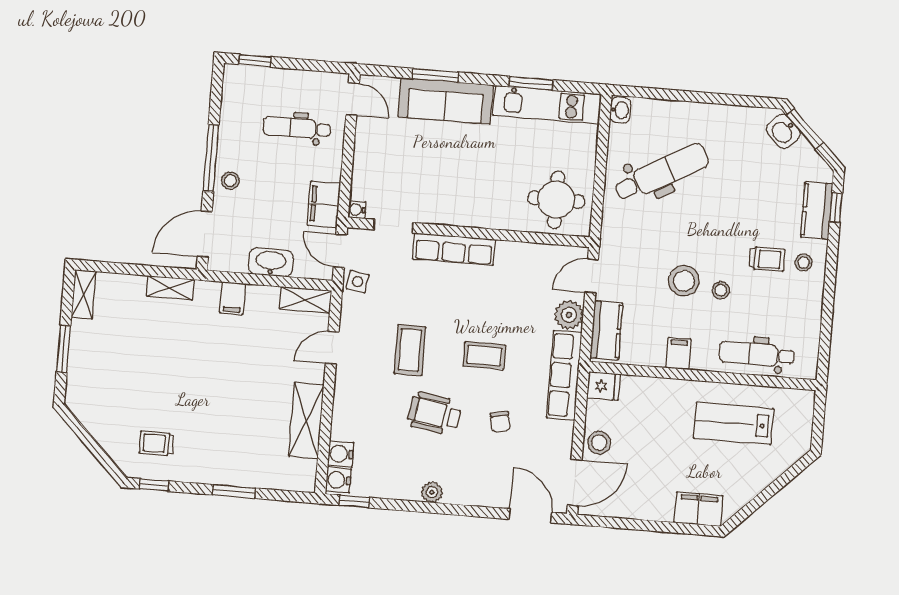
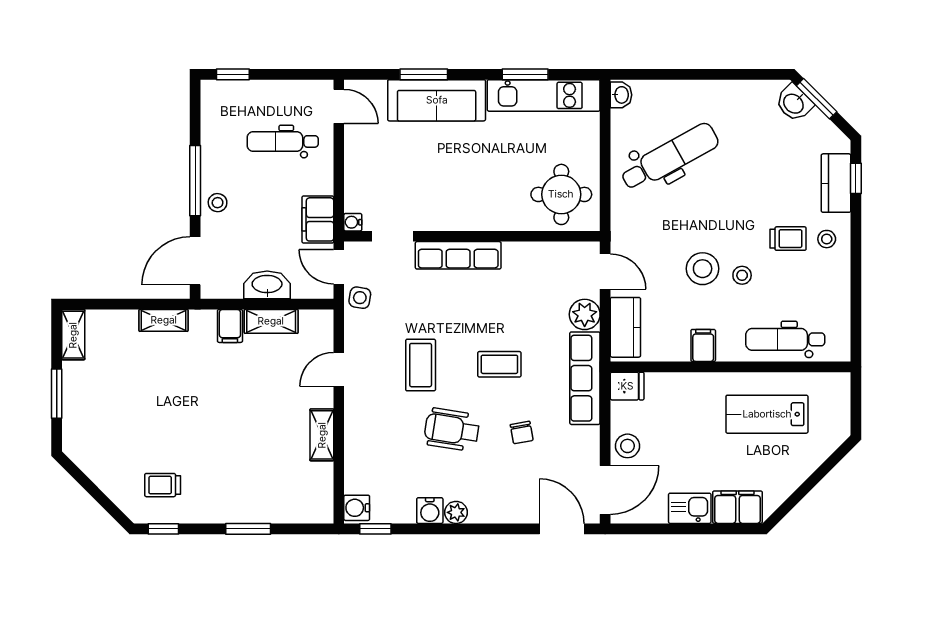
door: (592, 276) -> (605, 271), swing flipped
shelving: (306, 300) -> (271, 321), moved
shelving: (306, 420) -> (322, 435), width x0.67, depth x0.75
water cooler: (341, 454) -> (430, 511), moved, turned -90
kitchen sink: (653, 506) -> (690, 508), added

